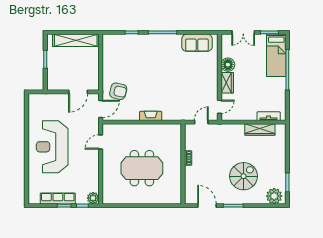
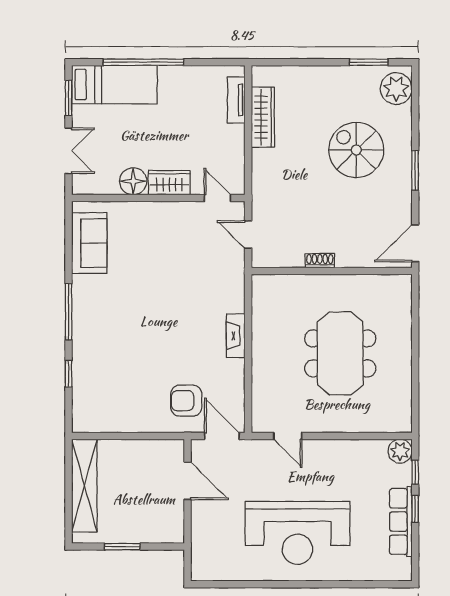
armchair: (118, 91) -> (186, 401), turned -103
door: (207, 206) -> (415, 243), moved

